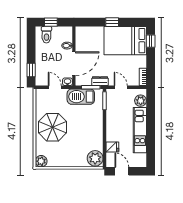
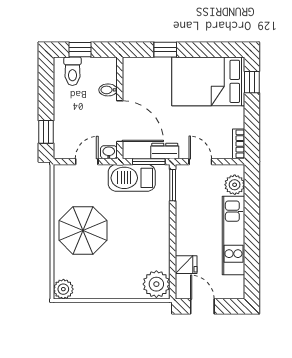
window: (112, 22) -> (165, 50), moved
door: (74, 64) -> (120, 121), hinge flipped
door: (55, 87) -> (87, 162), hinge flipped

